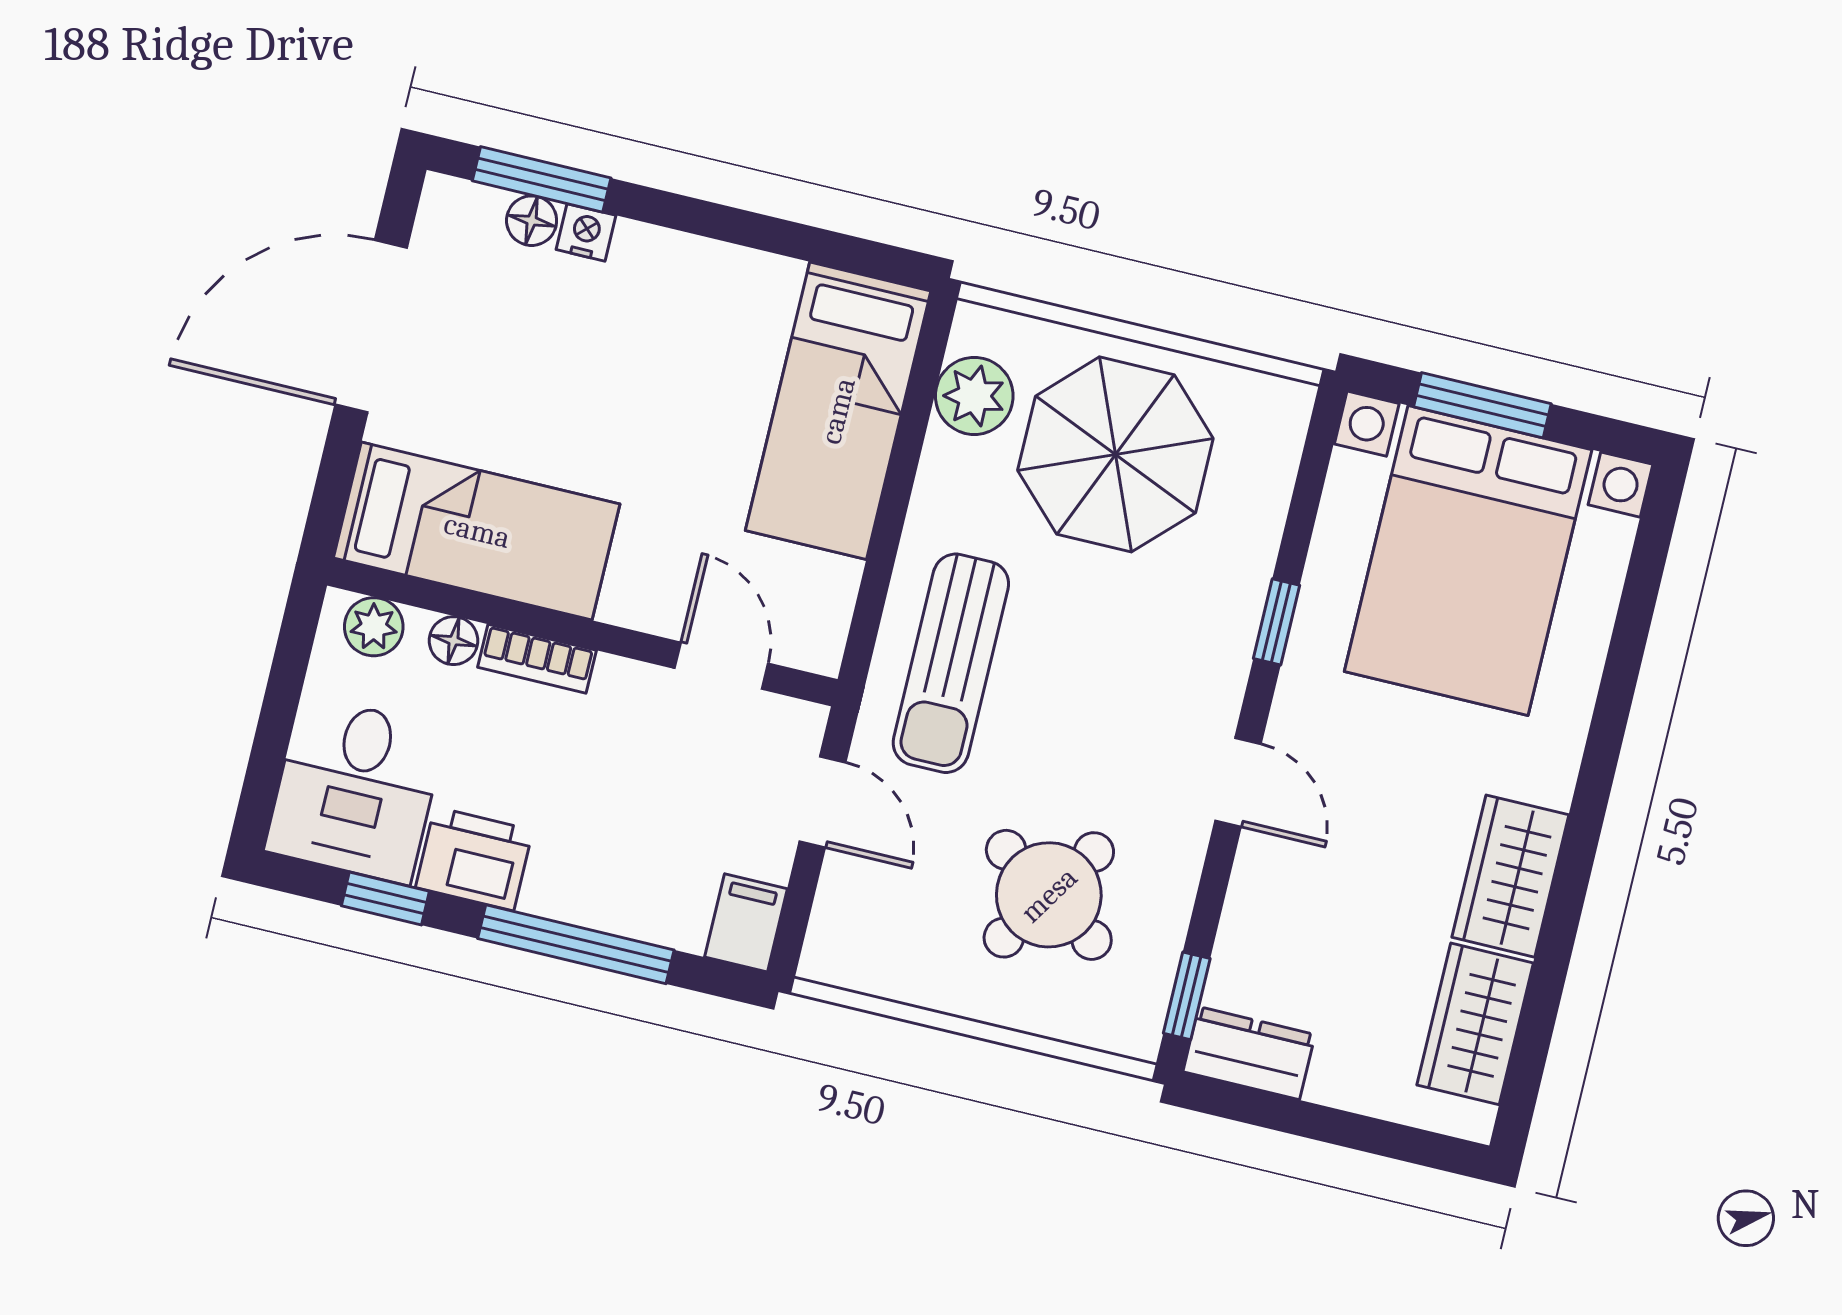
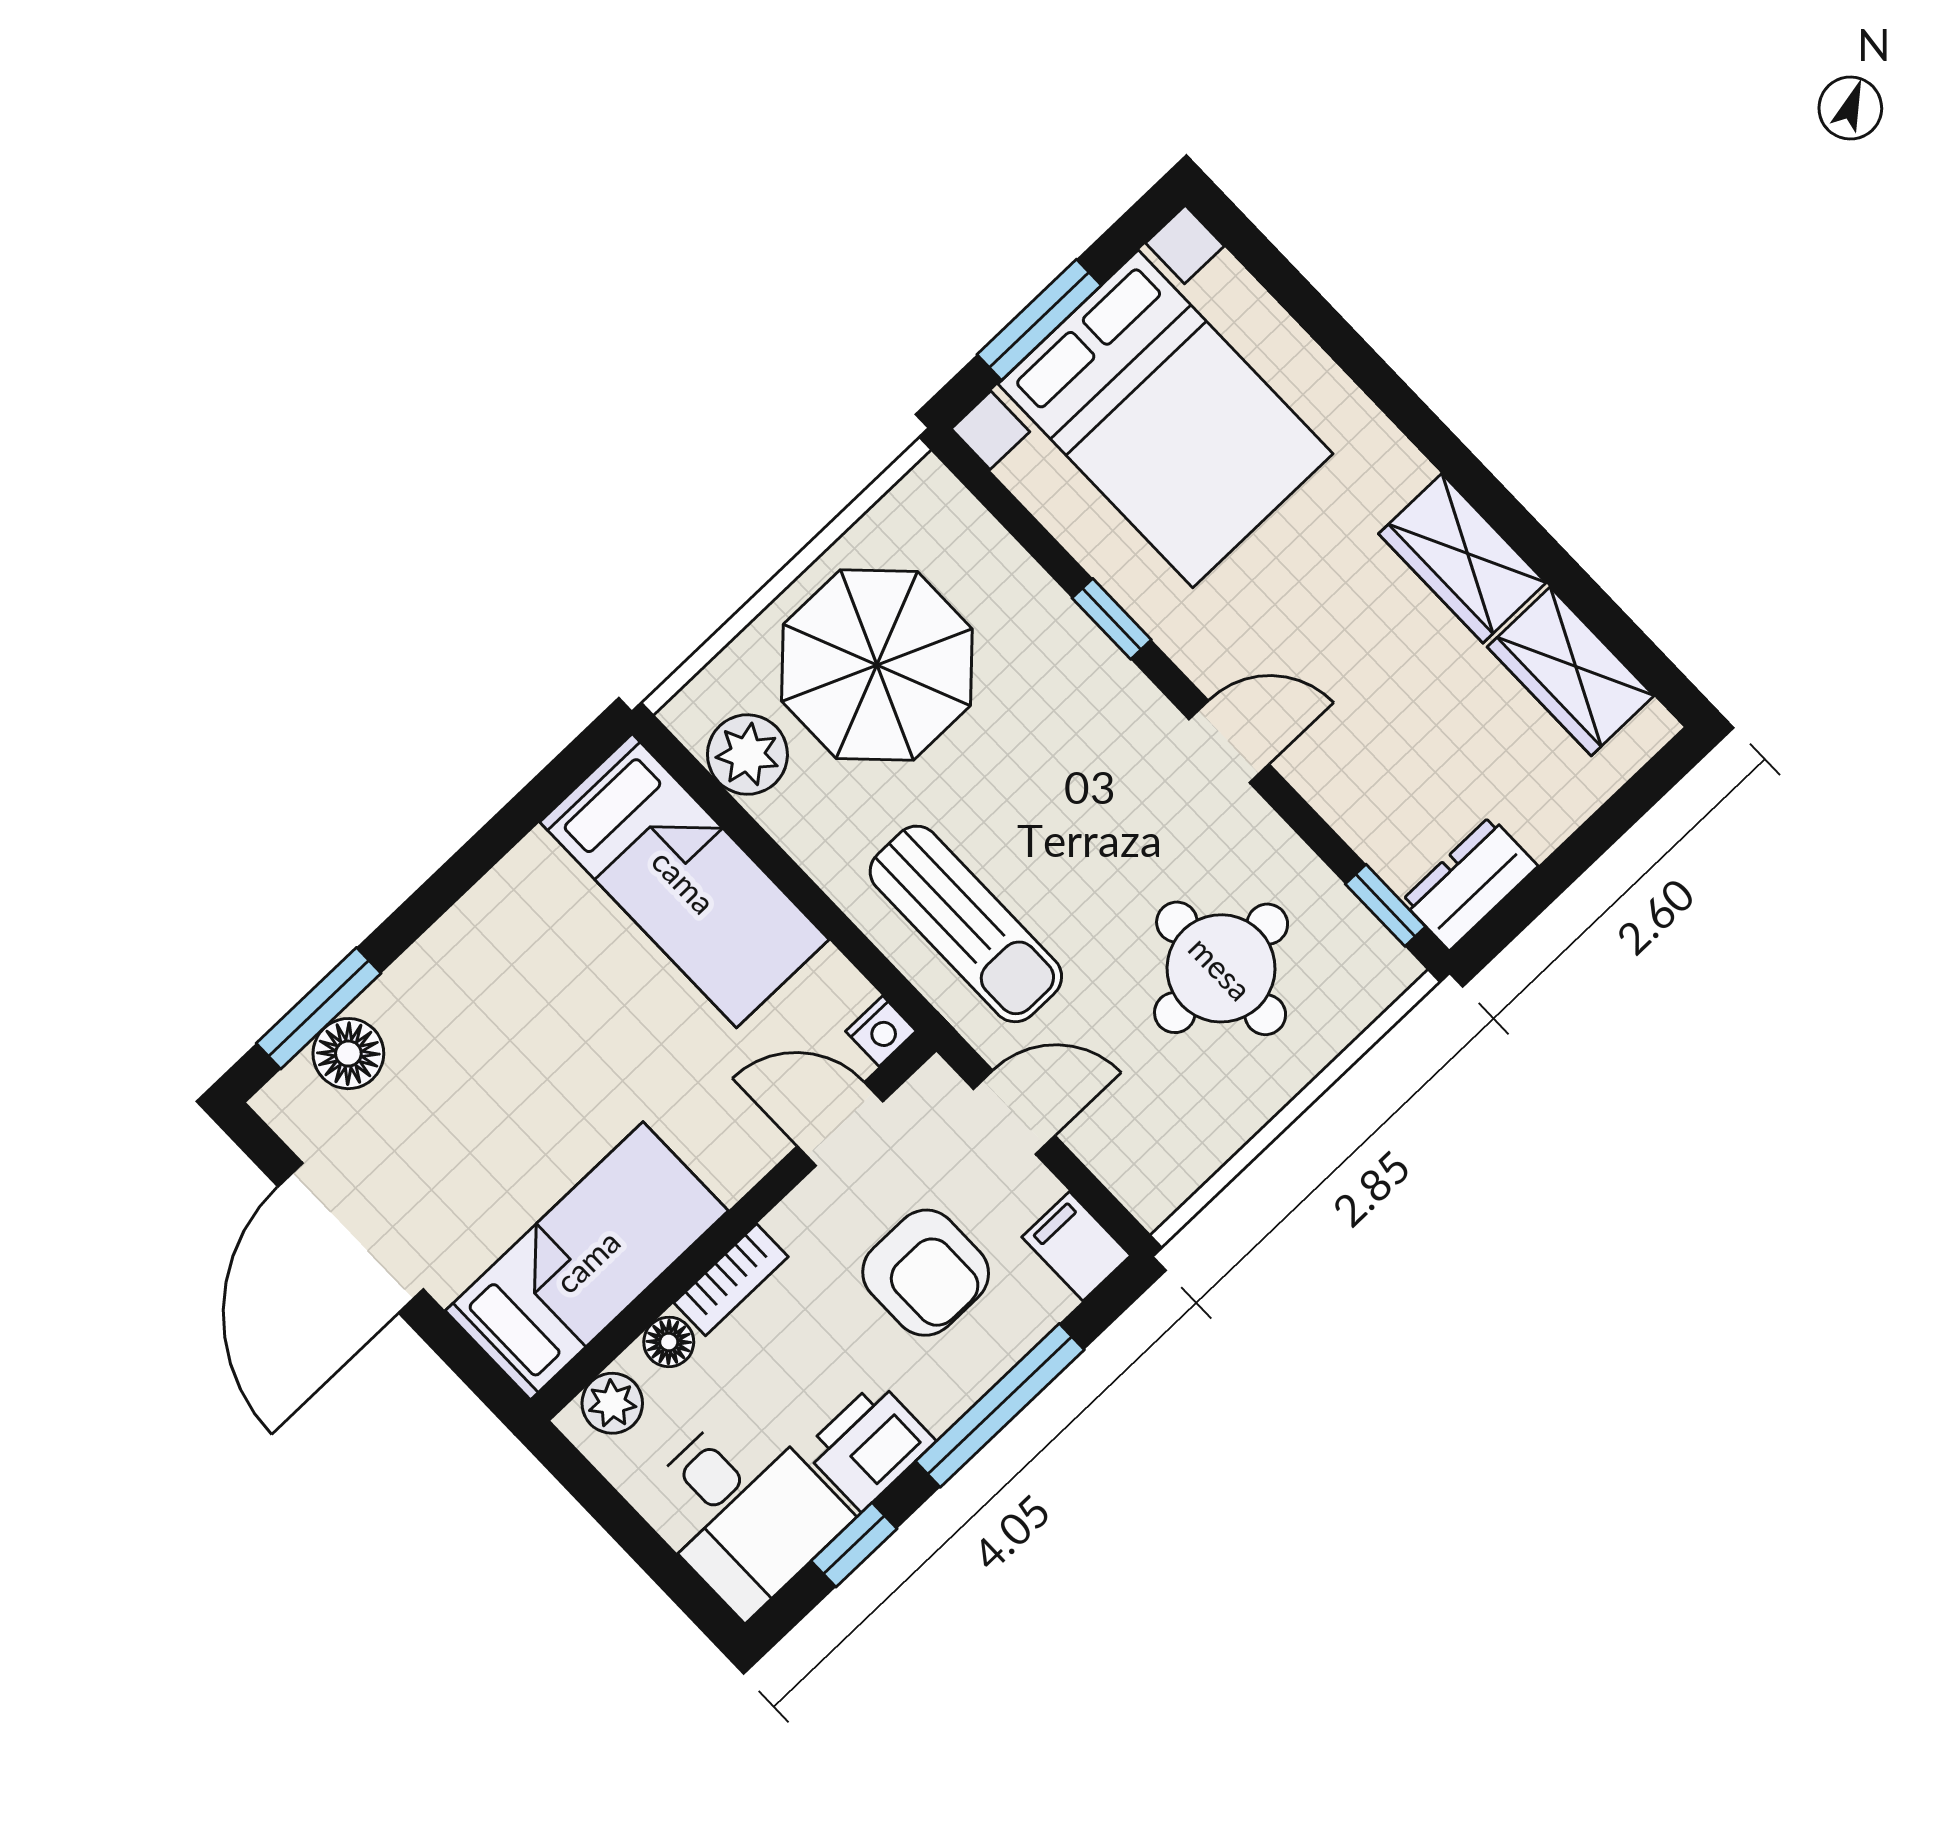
floor lamp: (532, 221) -> (348, 1054), width x1.37, depth x1.37
nightstand: (586, 232) -> (881, 1031), moved, turned 180
armchair: (645, 814) -> (926, 1273), added
round table: (1049, 895) -> (1221, 968), turned -33

